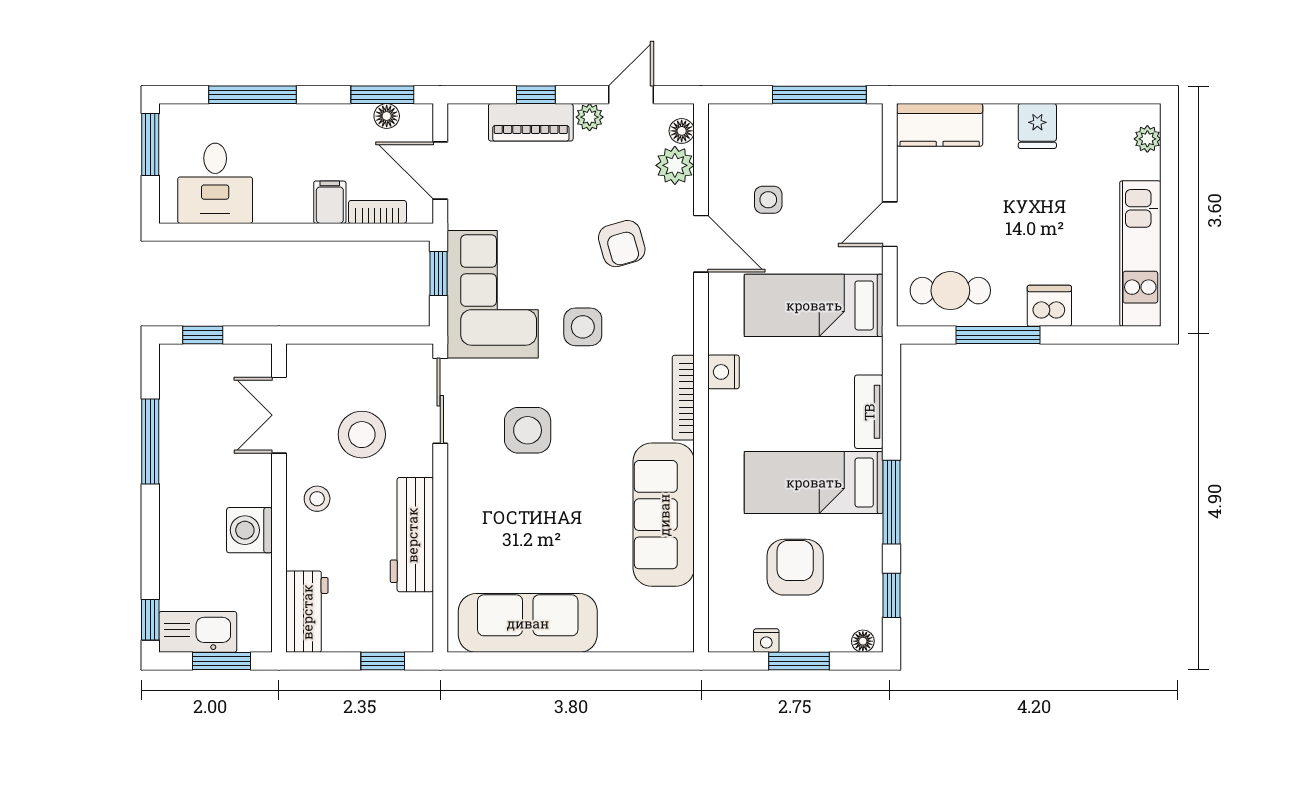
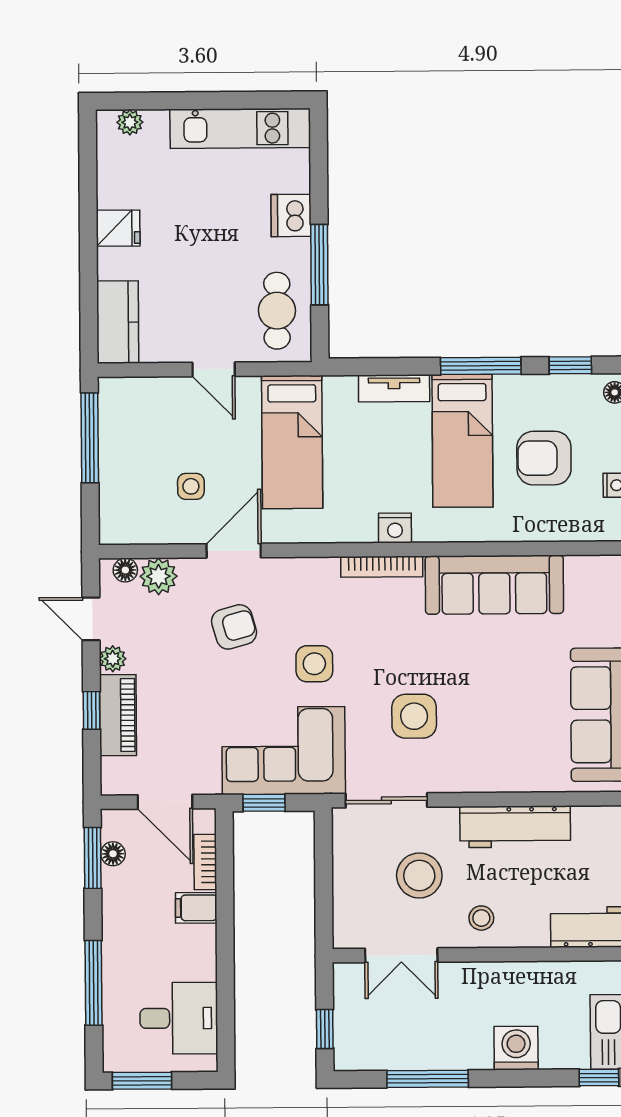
door: (440, 171) -> (165, 802), hinge flipped
nightstand: (723, 372) -> (395, 528), moved
washing machine: (249, 530) -> (516, 1048), moved, turned 180

